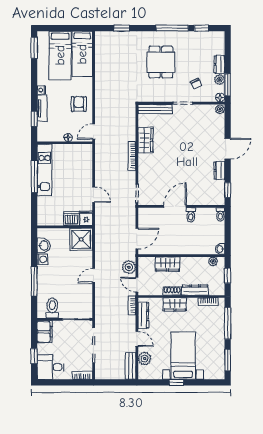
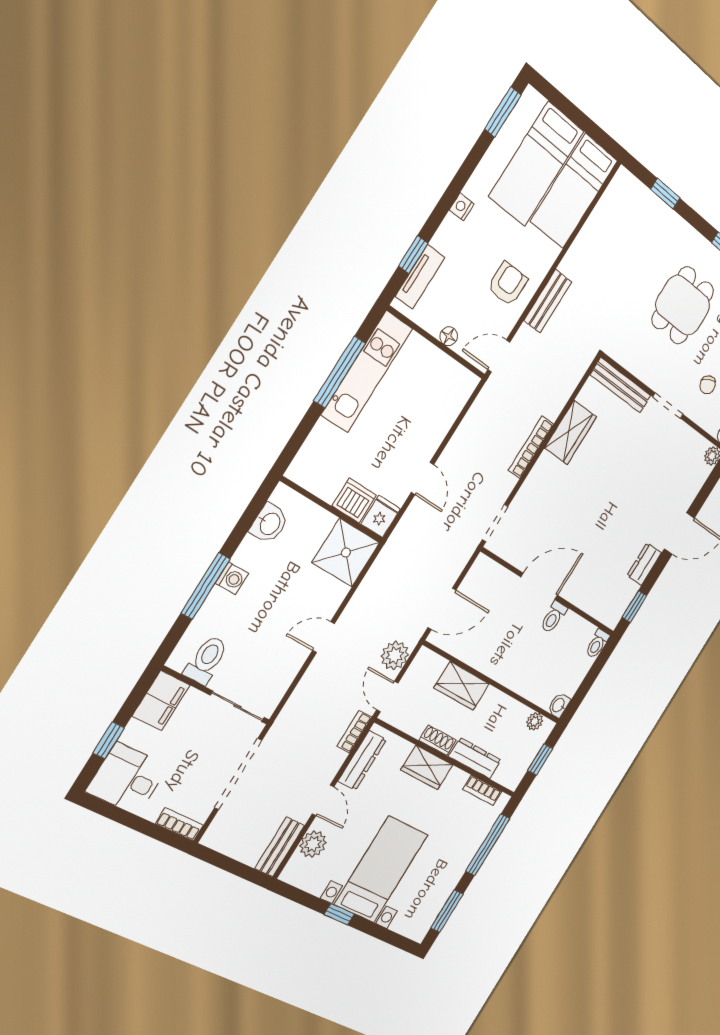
bench: (100, 99) -> (548, 301), added
tv unit: (42, 108) -> (420, 277), moved
washing machine: (42, 259) -> (232, 578), moved

